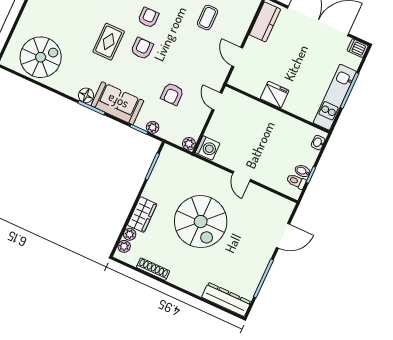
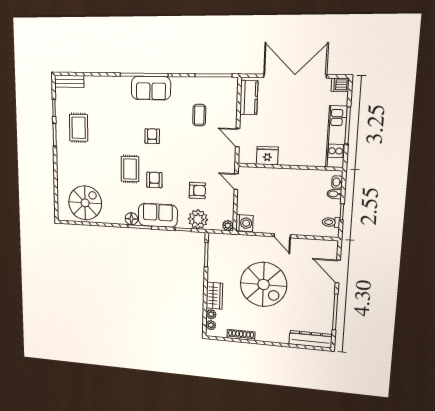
armchair: (142, 48) -> (154, 180), moved
armchair: (172, 94) -> (197, 190), turned -90
fridge: (275, 95) -> (267, 156), moved
plant: (153, 127) -> (198, 219), width x1.87, depth x1.87
bidet: (303, 171) -> (334, 194), moved
door: (283, 236) -> (338, 272), swing flipped

